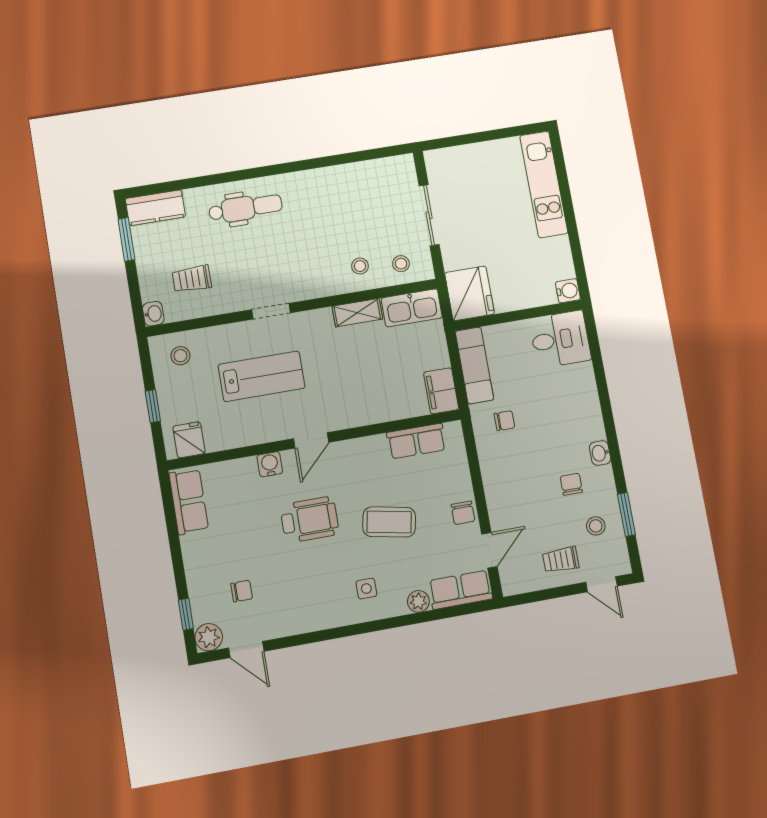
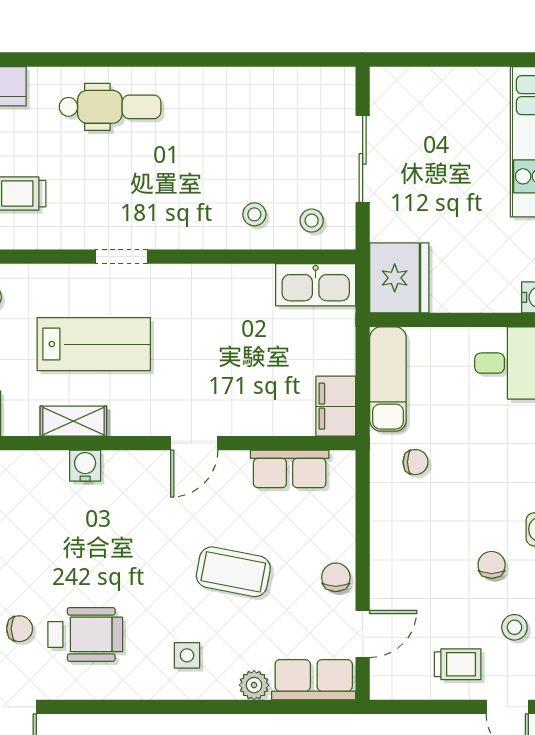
shelving: (357, 313) -> (73, 421), moved
door: (311, 440) -> (194, 443), moved
chair: (463, 513) -> (336, 577), turned 180
wheelchair: (310, 520) -> (85, 634), moved
trolley: (561, 560) -> (458, 664), turned 180

